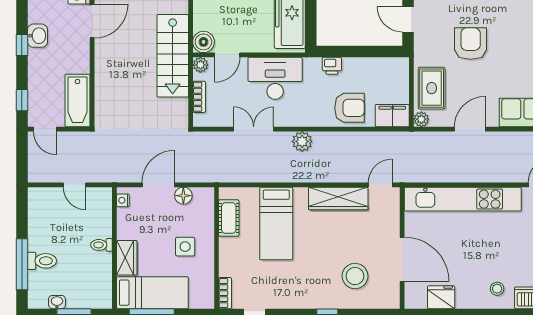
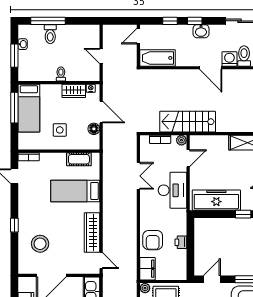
boiler: (203, 42) -> (197, 142), removed
door: (227, 55) -> (188, 158), swing flipped
printer: (332, 66) -> (181, 242), moved
window: (22, 100) -> (170, 21), moved
plant: (302, 141) -> (130, 208), removed
door: (75, 185) -> (101, 56), hinge flipped
wardrobe: (127, 258) -> (74, 91), moved

